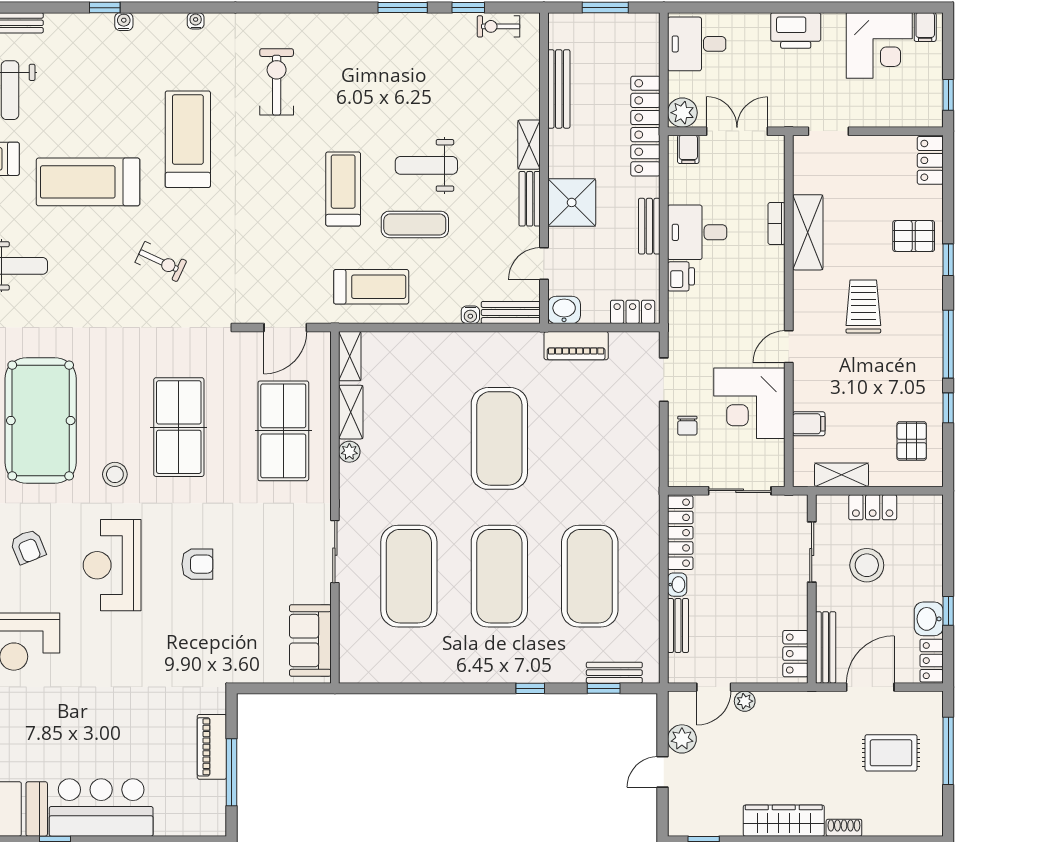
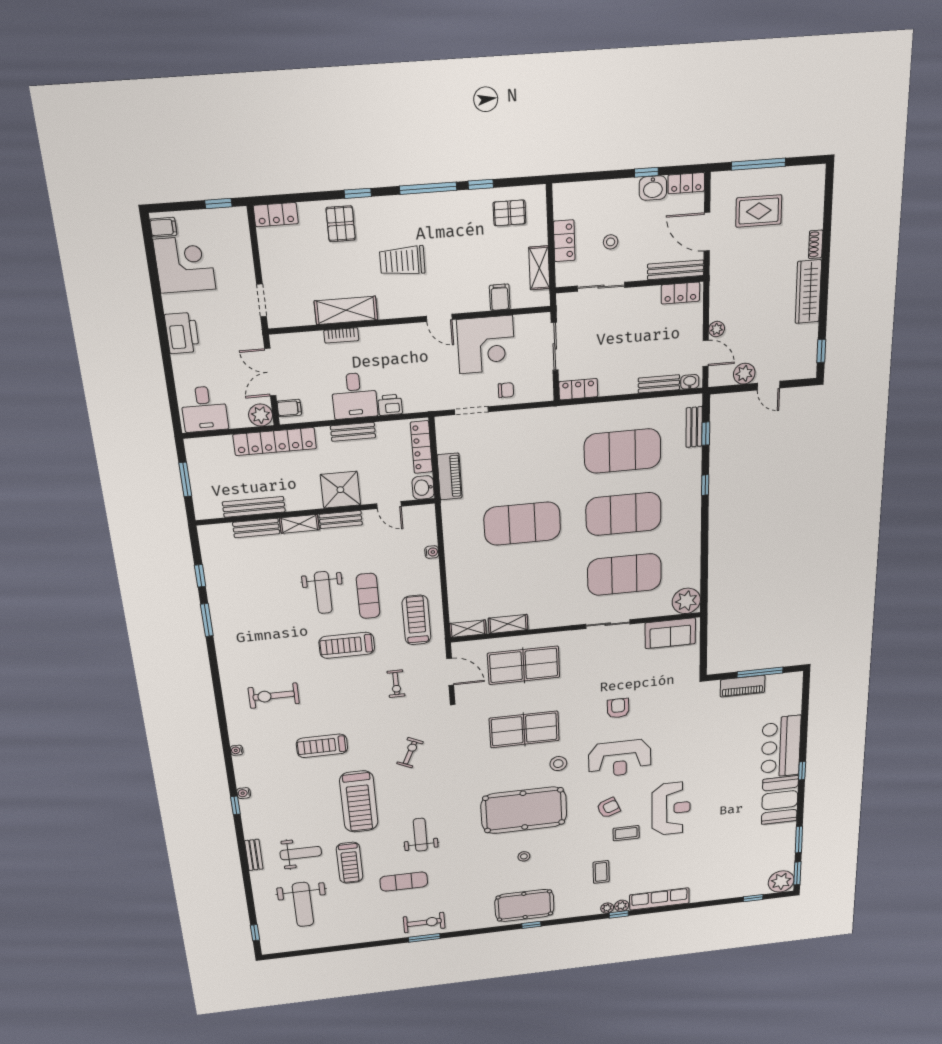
exercise bike: (499, 26) -> (396, 684), moved
treadmill: (188, 139) -> (322, 746), width x0.73, depth x0.73
bench: (511, 312) -> (256, 528), moved, turned 90
locker: (633, 312) -> (421, 447), width x1.53
plant: (349, 452) -> (686, 601), moved, width x1.88, depth x1.88
locker: (680, 533) -> (578, 389), width x0.66
stool: (867, 565) -> (611, 242), width x0.53, depth x0.53
washbasin: (677, 585) -> (690, 382), moved
rug: (891, 753) -> (759, 211), turned 90

